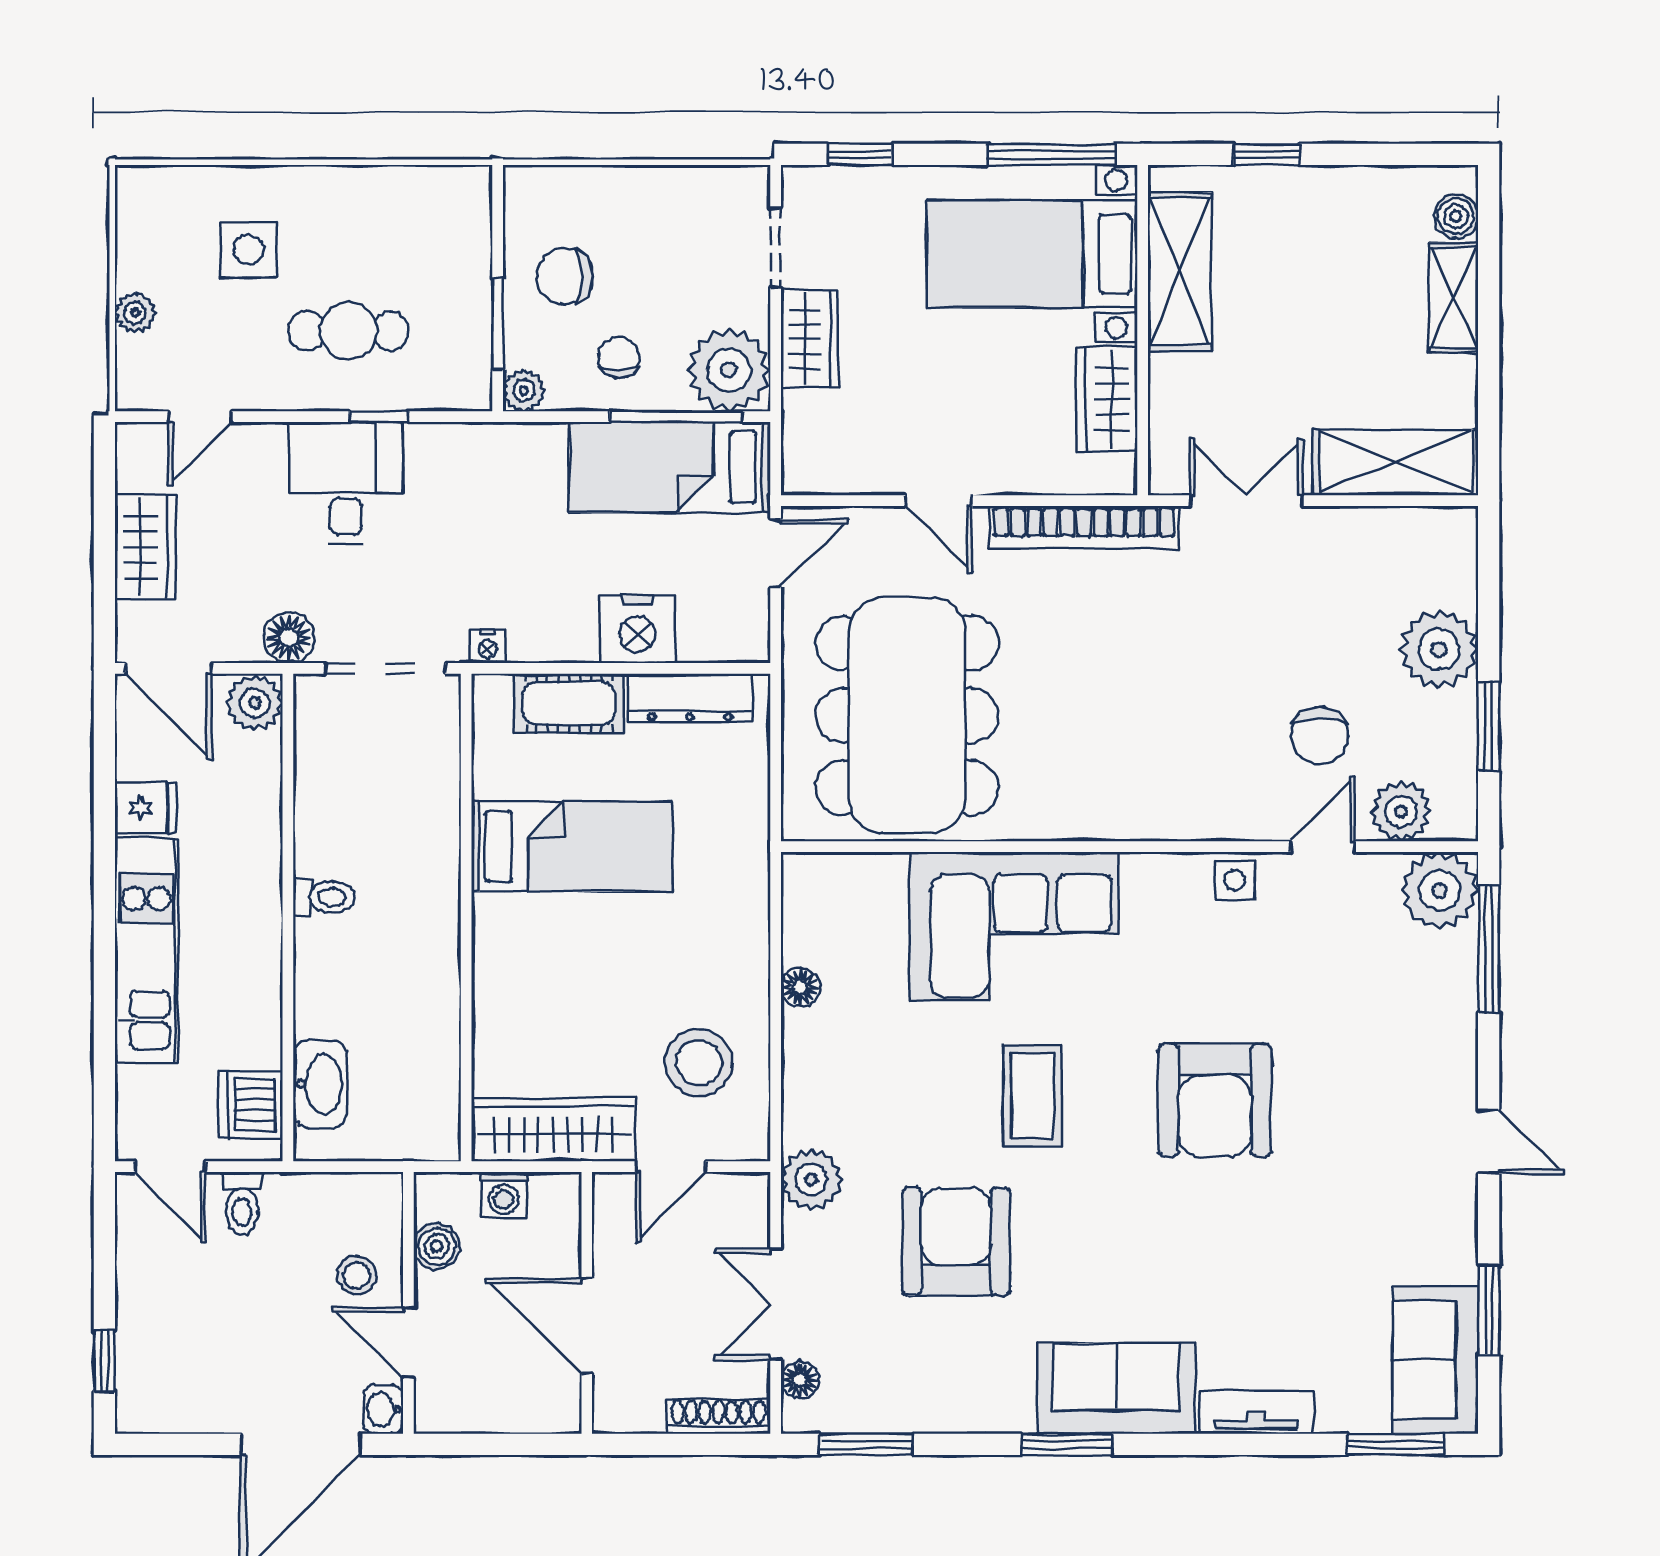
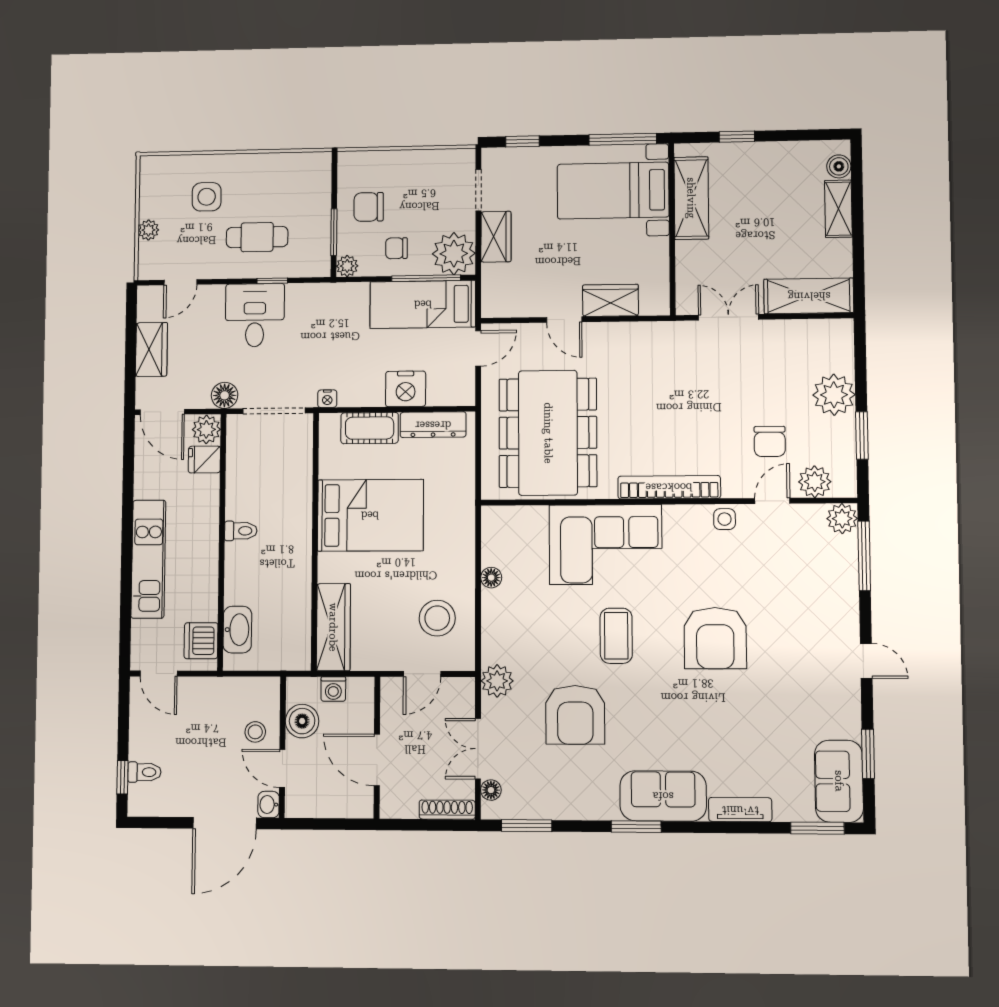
chair: (619, 358) -> (396, 248), turned -90
wardrobe: (1107, 399) -> (610, 300), moved, turned 90
bookcase: (1084, 527) -> (669, 487), moved, turned 180
fridge: (146, 808) -> (204, 460), moved, turned 180
bed: (572, 846) -> (370, 515), width x1.50
plant: (1440, 890) -> (842, 519), width x0.73, depth x0.73
wardrobe: (553, 1130) -> (333, 627), moved, turned 90
toilet: (242, 1203) -> (144, 772), moved, turned -90
armchair: (956, 1241) -> (575, 715), turned 180
boiler: (437, 1246) -> (302, 721), width x1.36, depth x1.36

